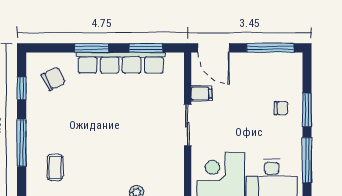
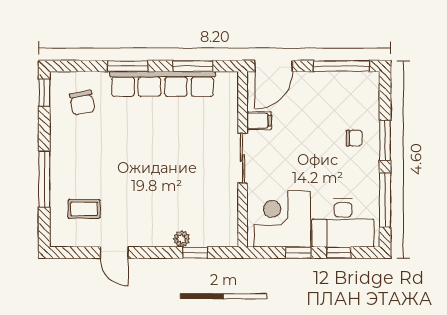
door: (214, 48) -> (274, 66), hinge flipped
chair: (53, 79) -> (82, 103), turned 107
window: (22, 88) -> (44, 93), moved
coffee table: (55, 167) -> (84, 209), turned 90

